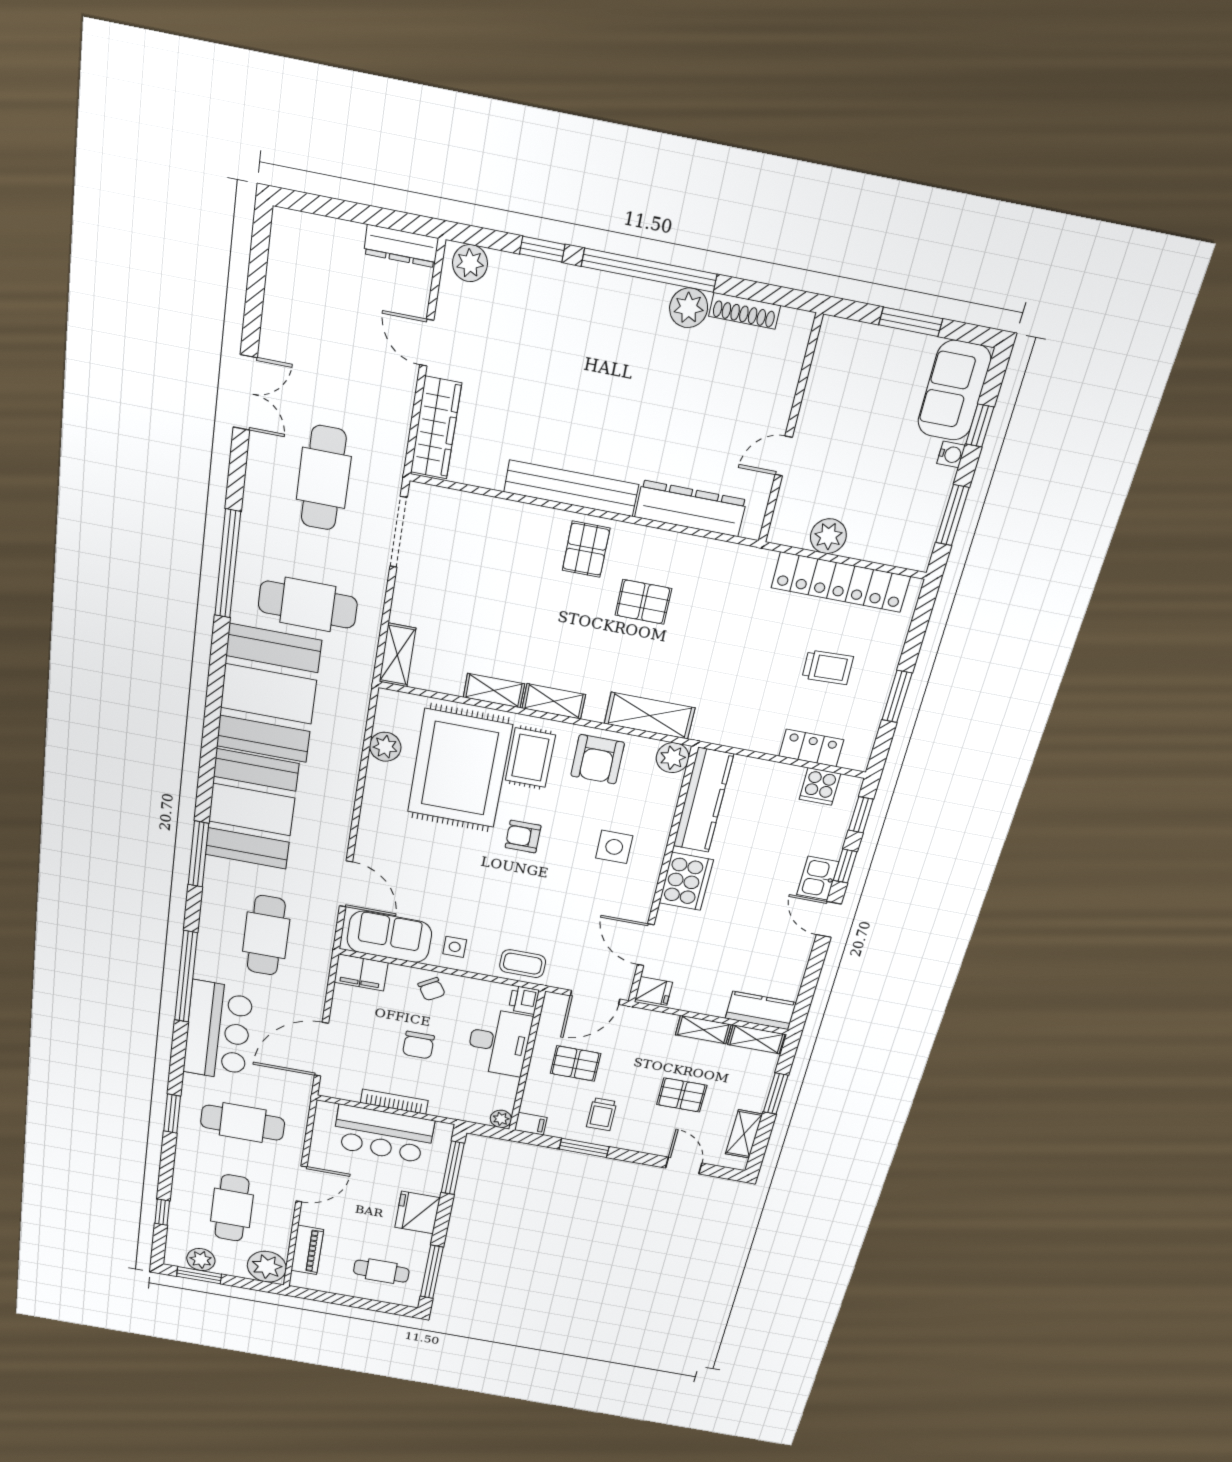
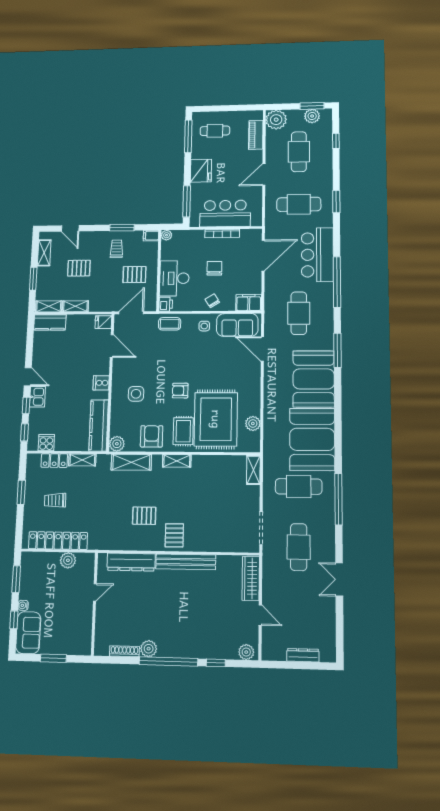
dresser: (401, 246) -> (303, 655), moved
shelving: (494, 691) -> (82, 460), moved
armchair: (523, 837) -> (180, 391), turned 180
cooker: (686, 881) -> (101, 383), width x0.53, depth x0.76

